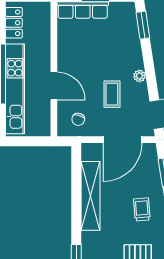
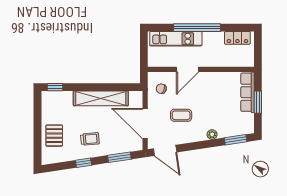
plant: (139, 76) -> (212, 134), moved
kitchen unit: (15, 89) -> (176, 39), width x0.73

